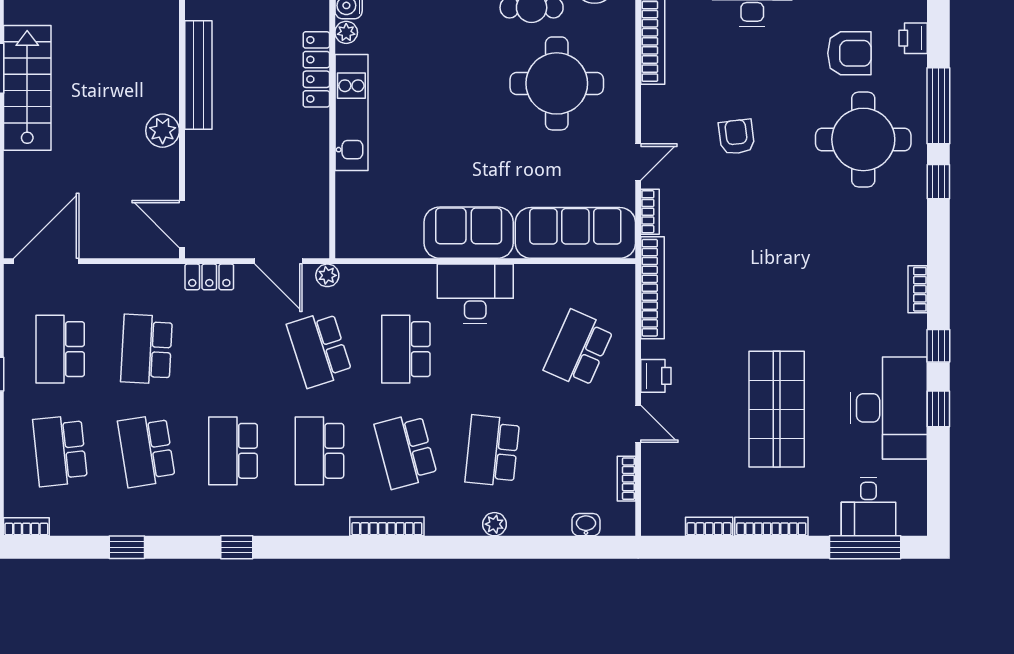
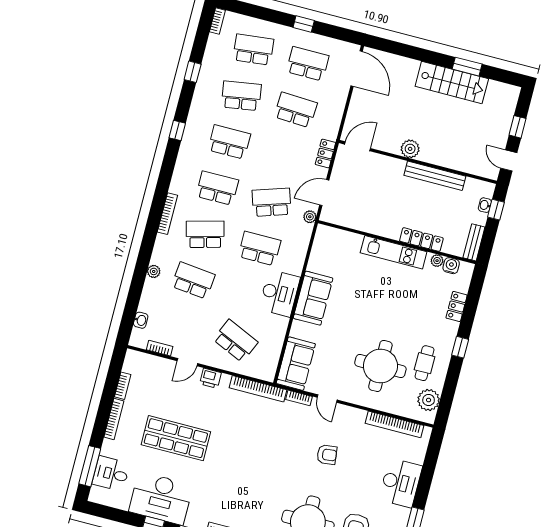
sofa: (575, 233) -> (296, 364), width x0.73

